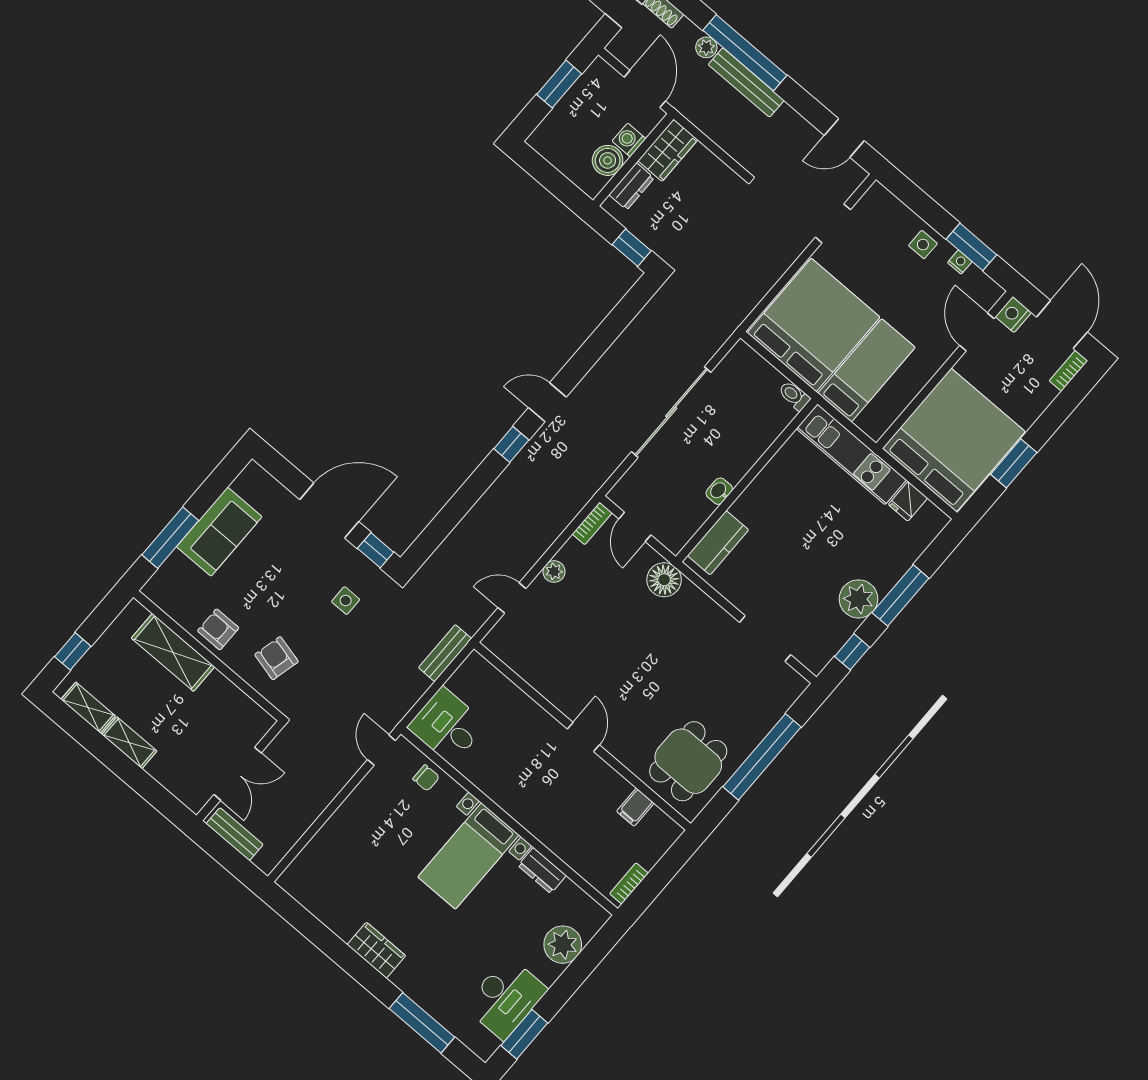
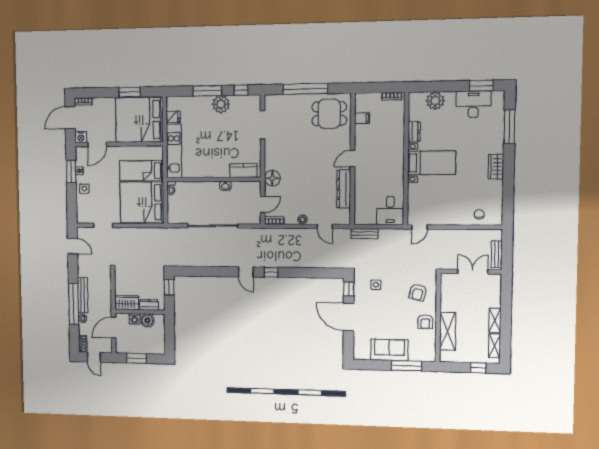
dresser: (547, 681) -> (344, 189), added
chair: (426, 778) -> (479, 214), moved

